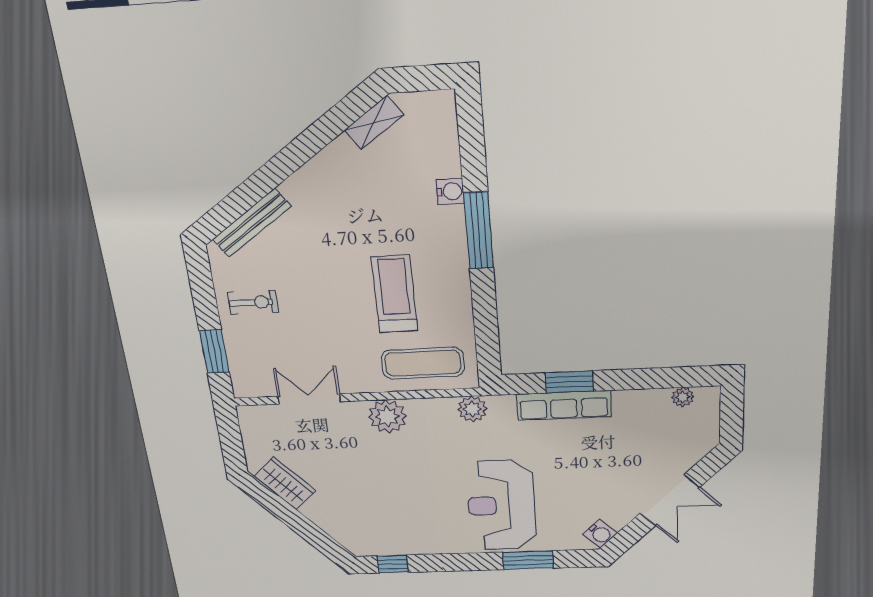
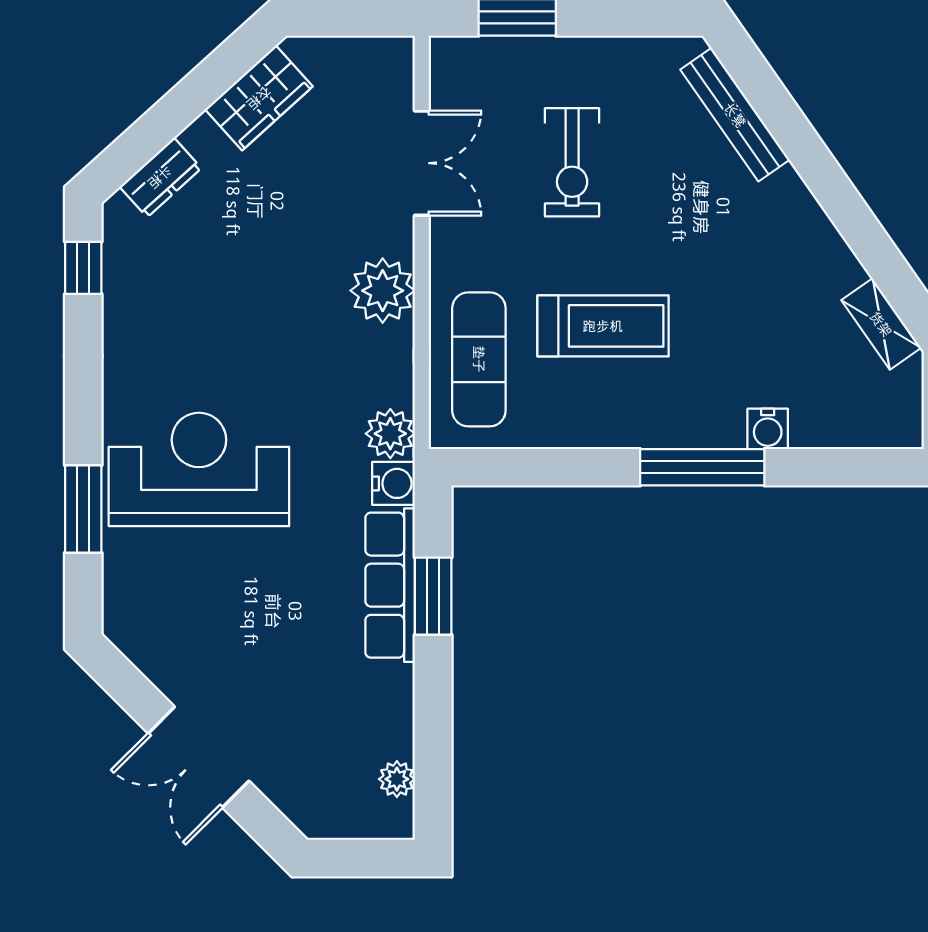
exercise bike: (253, 302) -> (572, 162), moved, width x1.38, depth x1.39
dresser: (337, 530) -> (160, 177), added
water cooler: (600, 534) -> (394, 483), moved, turned -135

